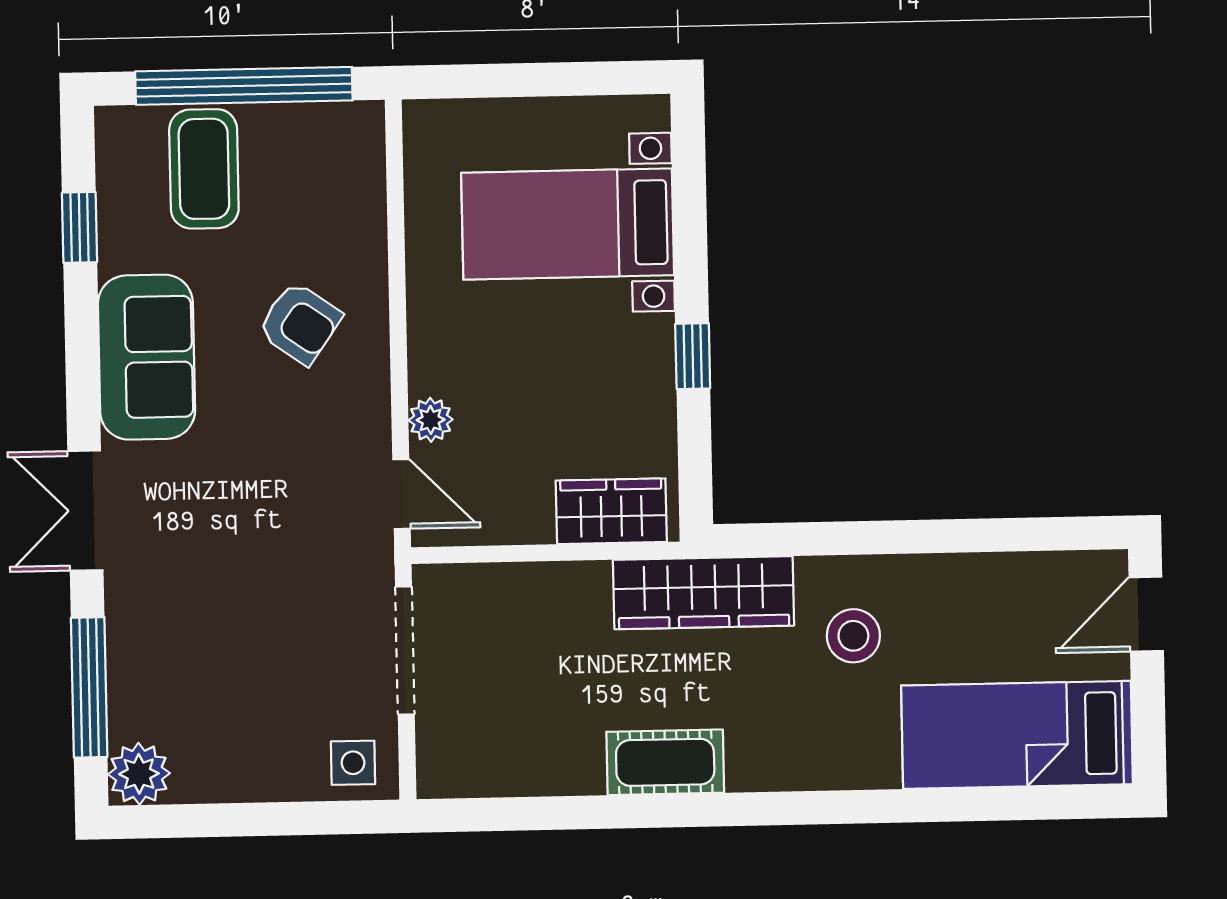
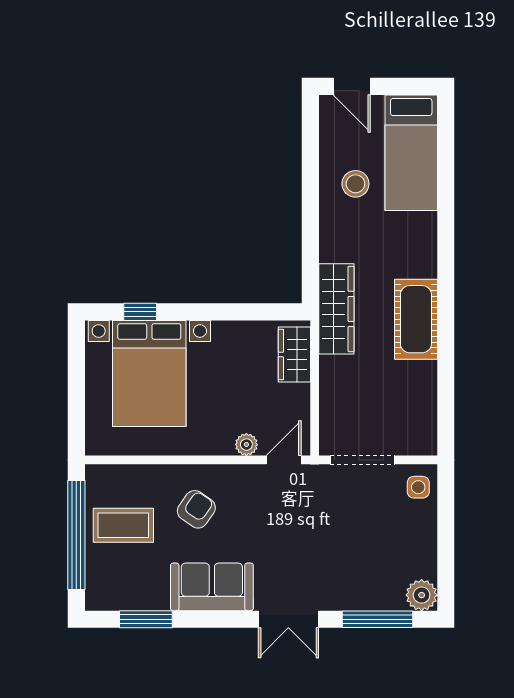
coffee table: (204, 169) -> (123, 525), moved
bed with nightstands: (568, 224) -> (149, 373), width x1.36
window: (79, 227) -> (146, 619), width x1.50
window: (693, 356) -> (140, 312), moved
stool: (853, 636) -> (355, 184), moved
cot: (665, 762) -> (416, 319), width x1.37, depth x1.34

